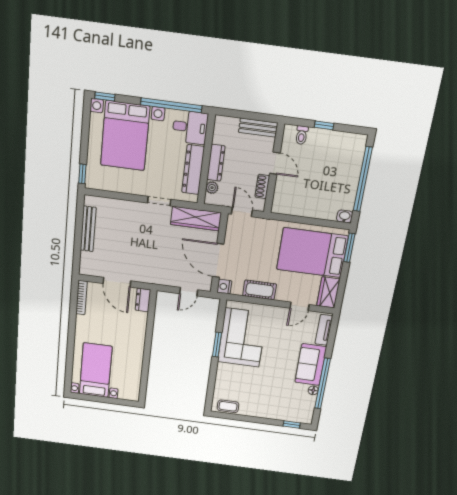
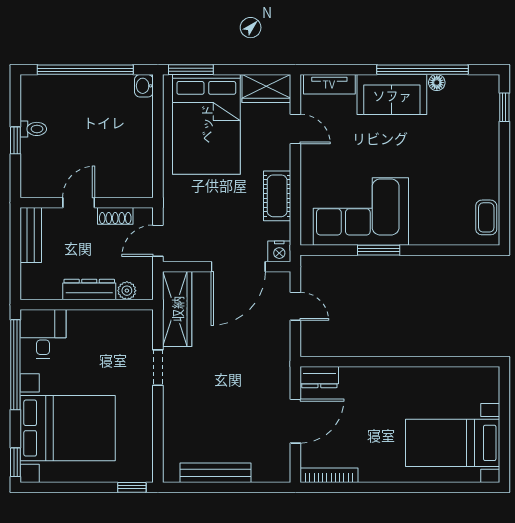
toilet: (302, 135) -> (33, 129), moved
dresser: (193, 170) -> (104, 322), removed

